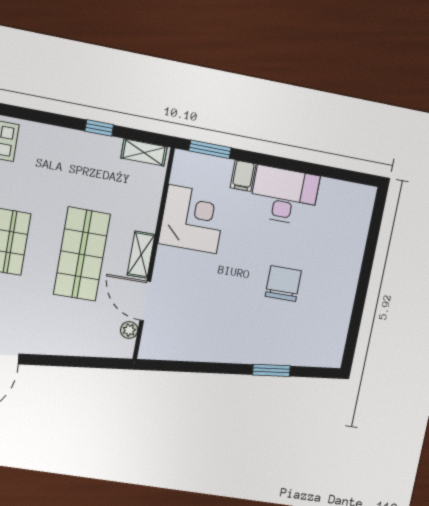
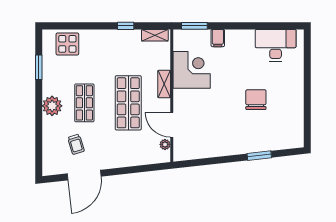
desk: (284, 195) -> (276, 45), moved
shelving: (141, 255) -> (164, 84), moved

